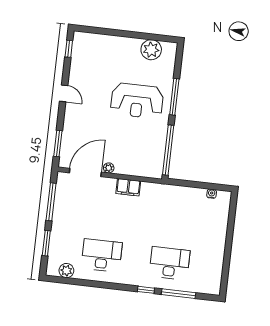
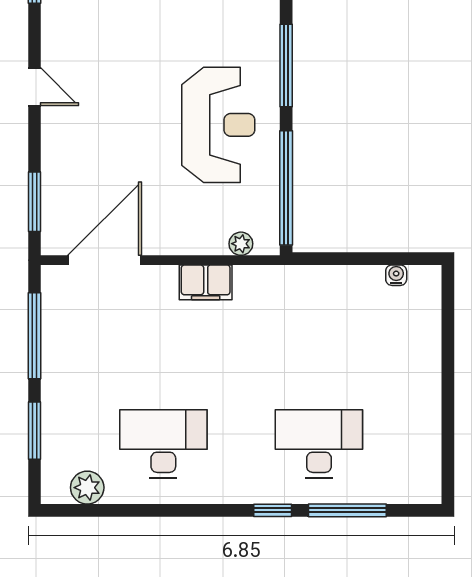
reception desk: (137, 101) -> (218, 125), moved, turned -90
plant: (109, 168) -> (241, 244), moved

